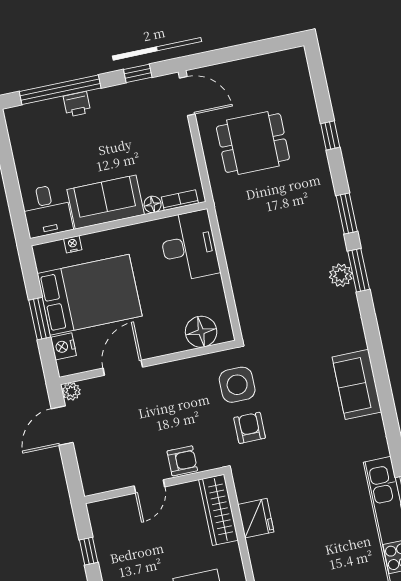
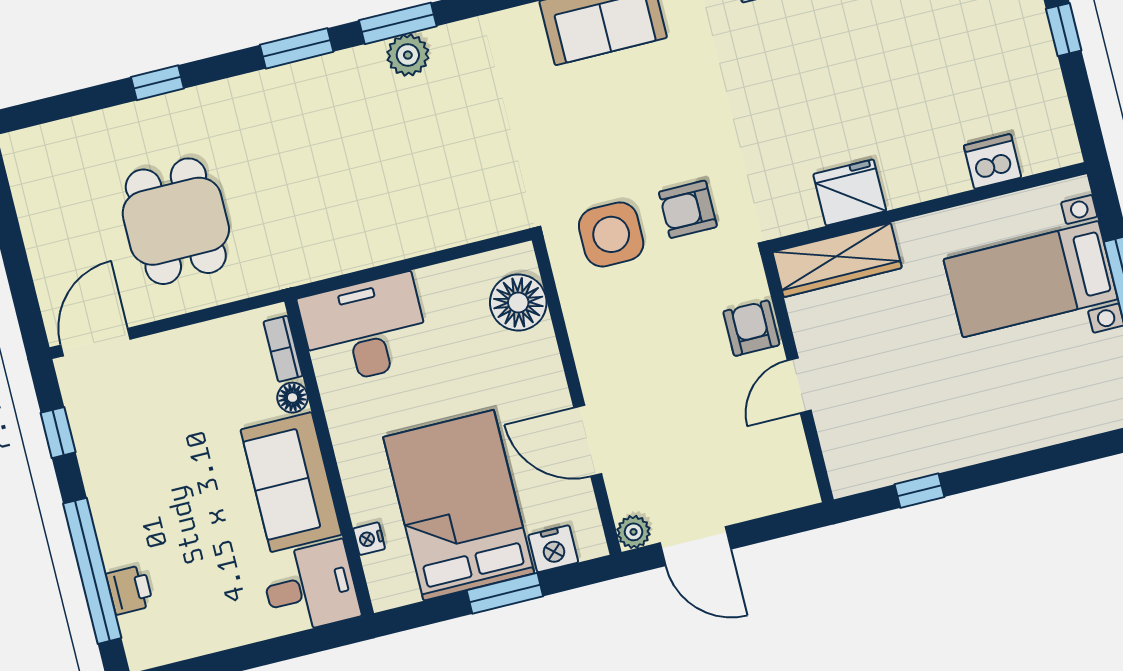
printer: (77, 104) -> (130, 590), moved
door: (149, 486) -> (799, 385), swing flipped

